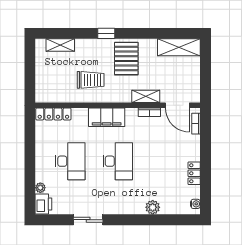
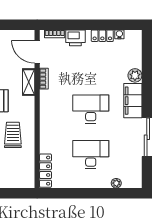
door: (177, 105) -> (37, 52), swing flipped
filing cabinet: (107, 117) -> (133, 101), moved, turned 180
printer: (43, 204) -> (75, 38), moved, turned 180
water cooler: (195, 204) -> (119, 34), moved
sliding door: (88, 220) -> (147, 137), width x1.37

